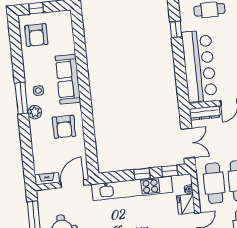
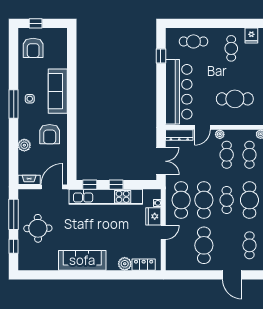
plant: (35, 112) -> (24, 145), moved
window: (170, 171) -> (90, 185), moved

